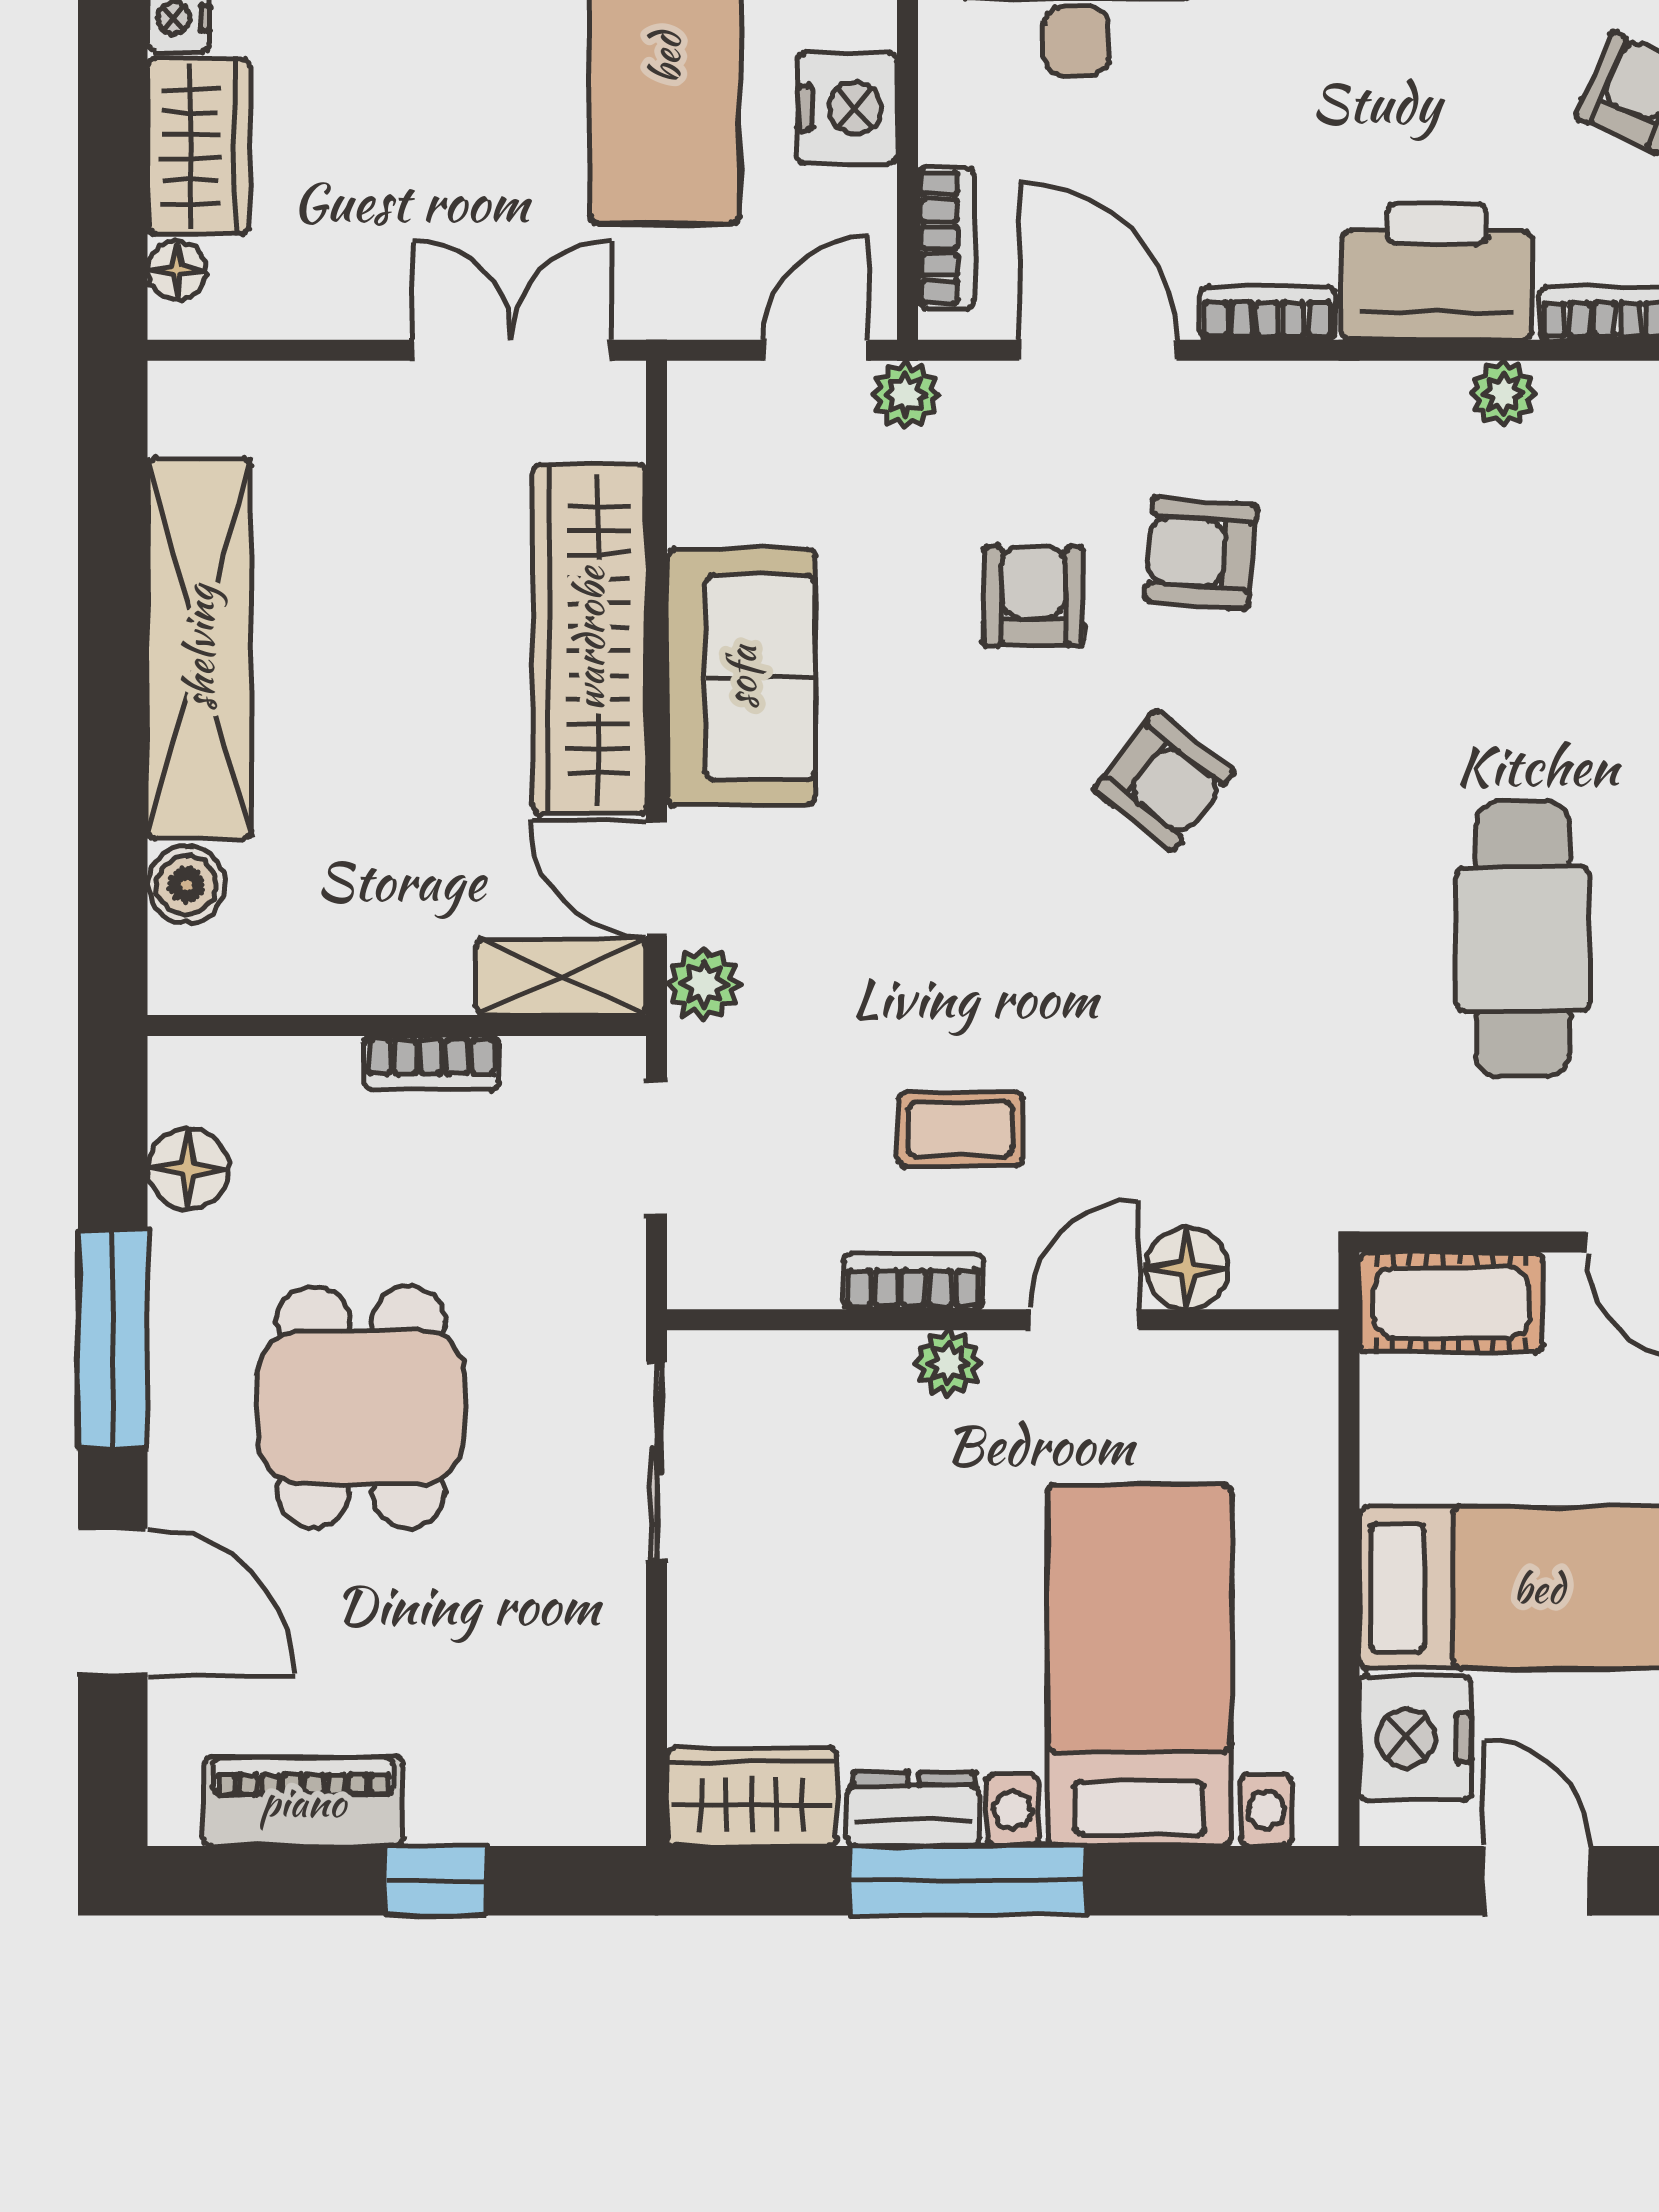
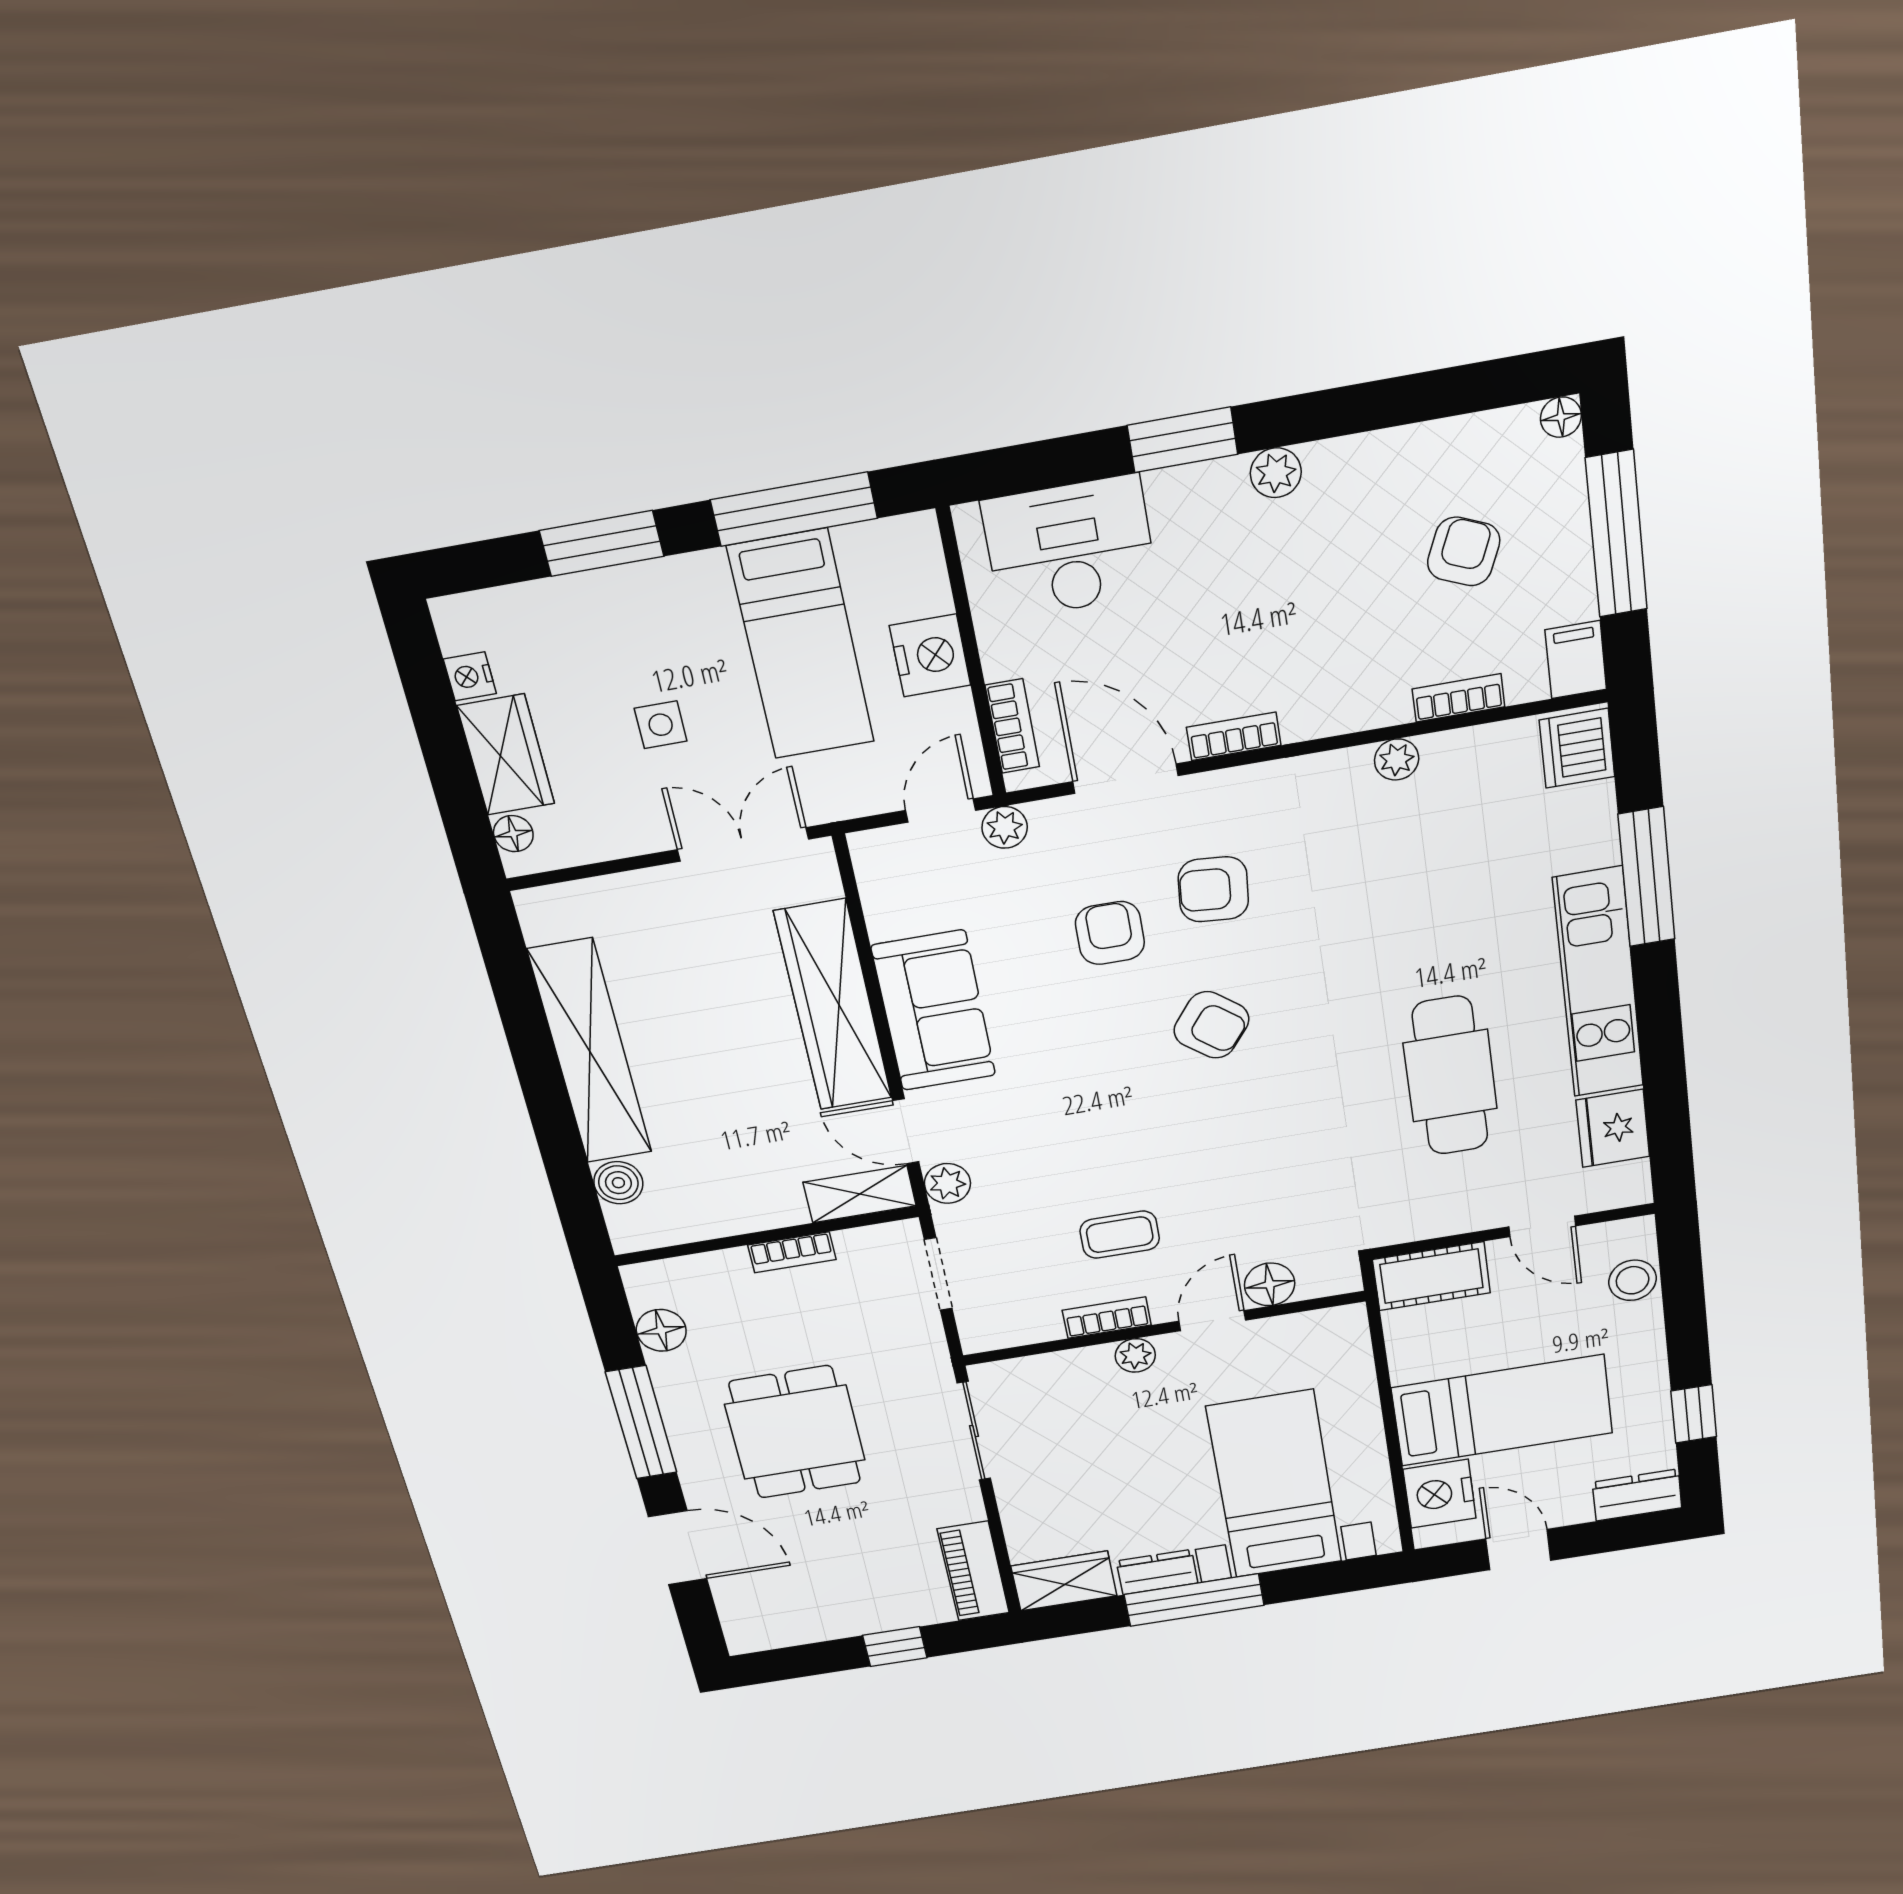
side table: (435, 142) -> (661, 725), added
printer: (1437, 272) -> (1343, 691), removed
piano: (303, 1802) -> (973, 1571), moved, turned -90

